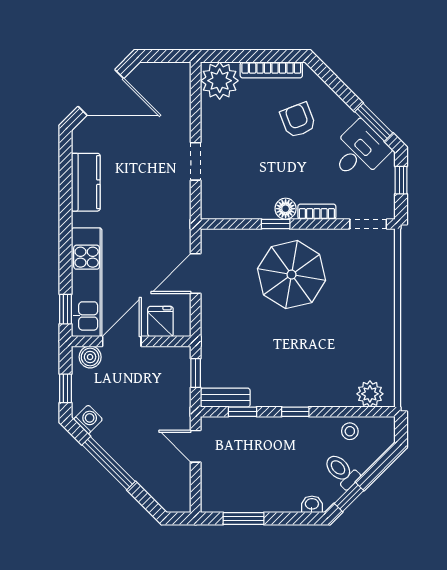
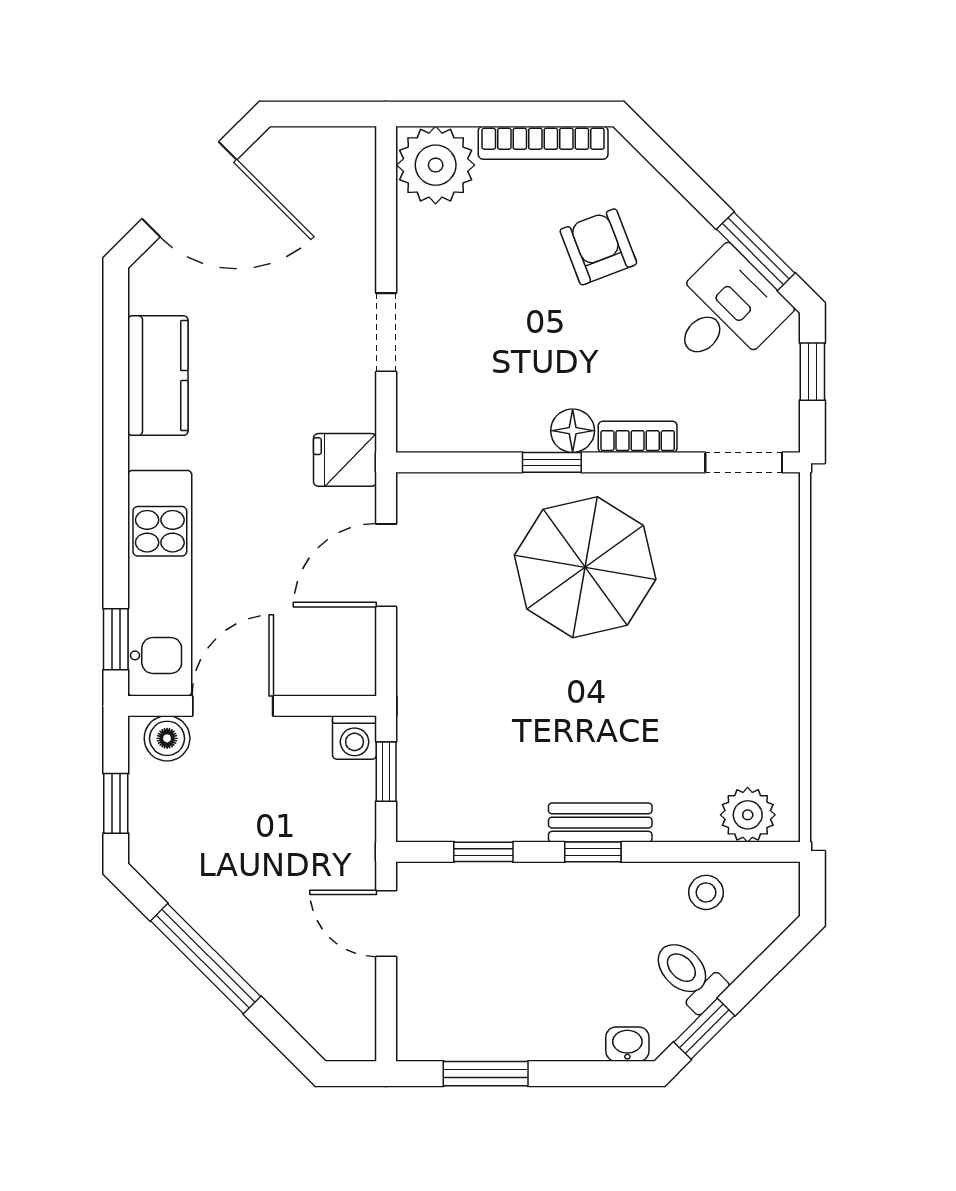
fridge: (160, 321) -> (345, 460), moved, turned -90
bench: (225, 398) -> (600, 823), moved
washing machine: (88, 419) -> (355, 737), moved, turned 135

